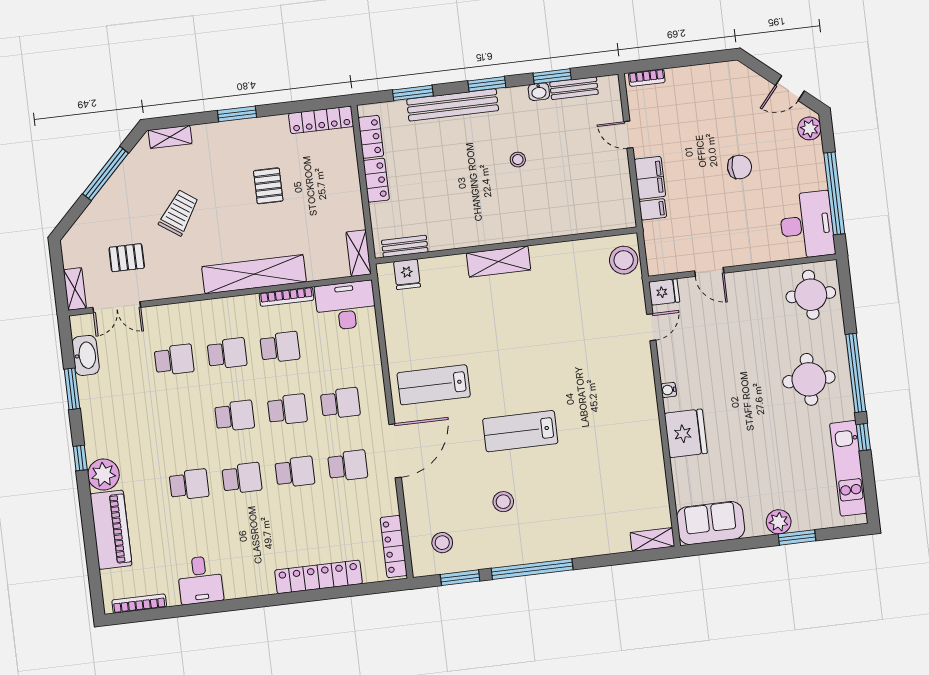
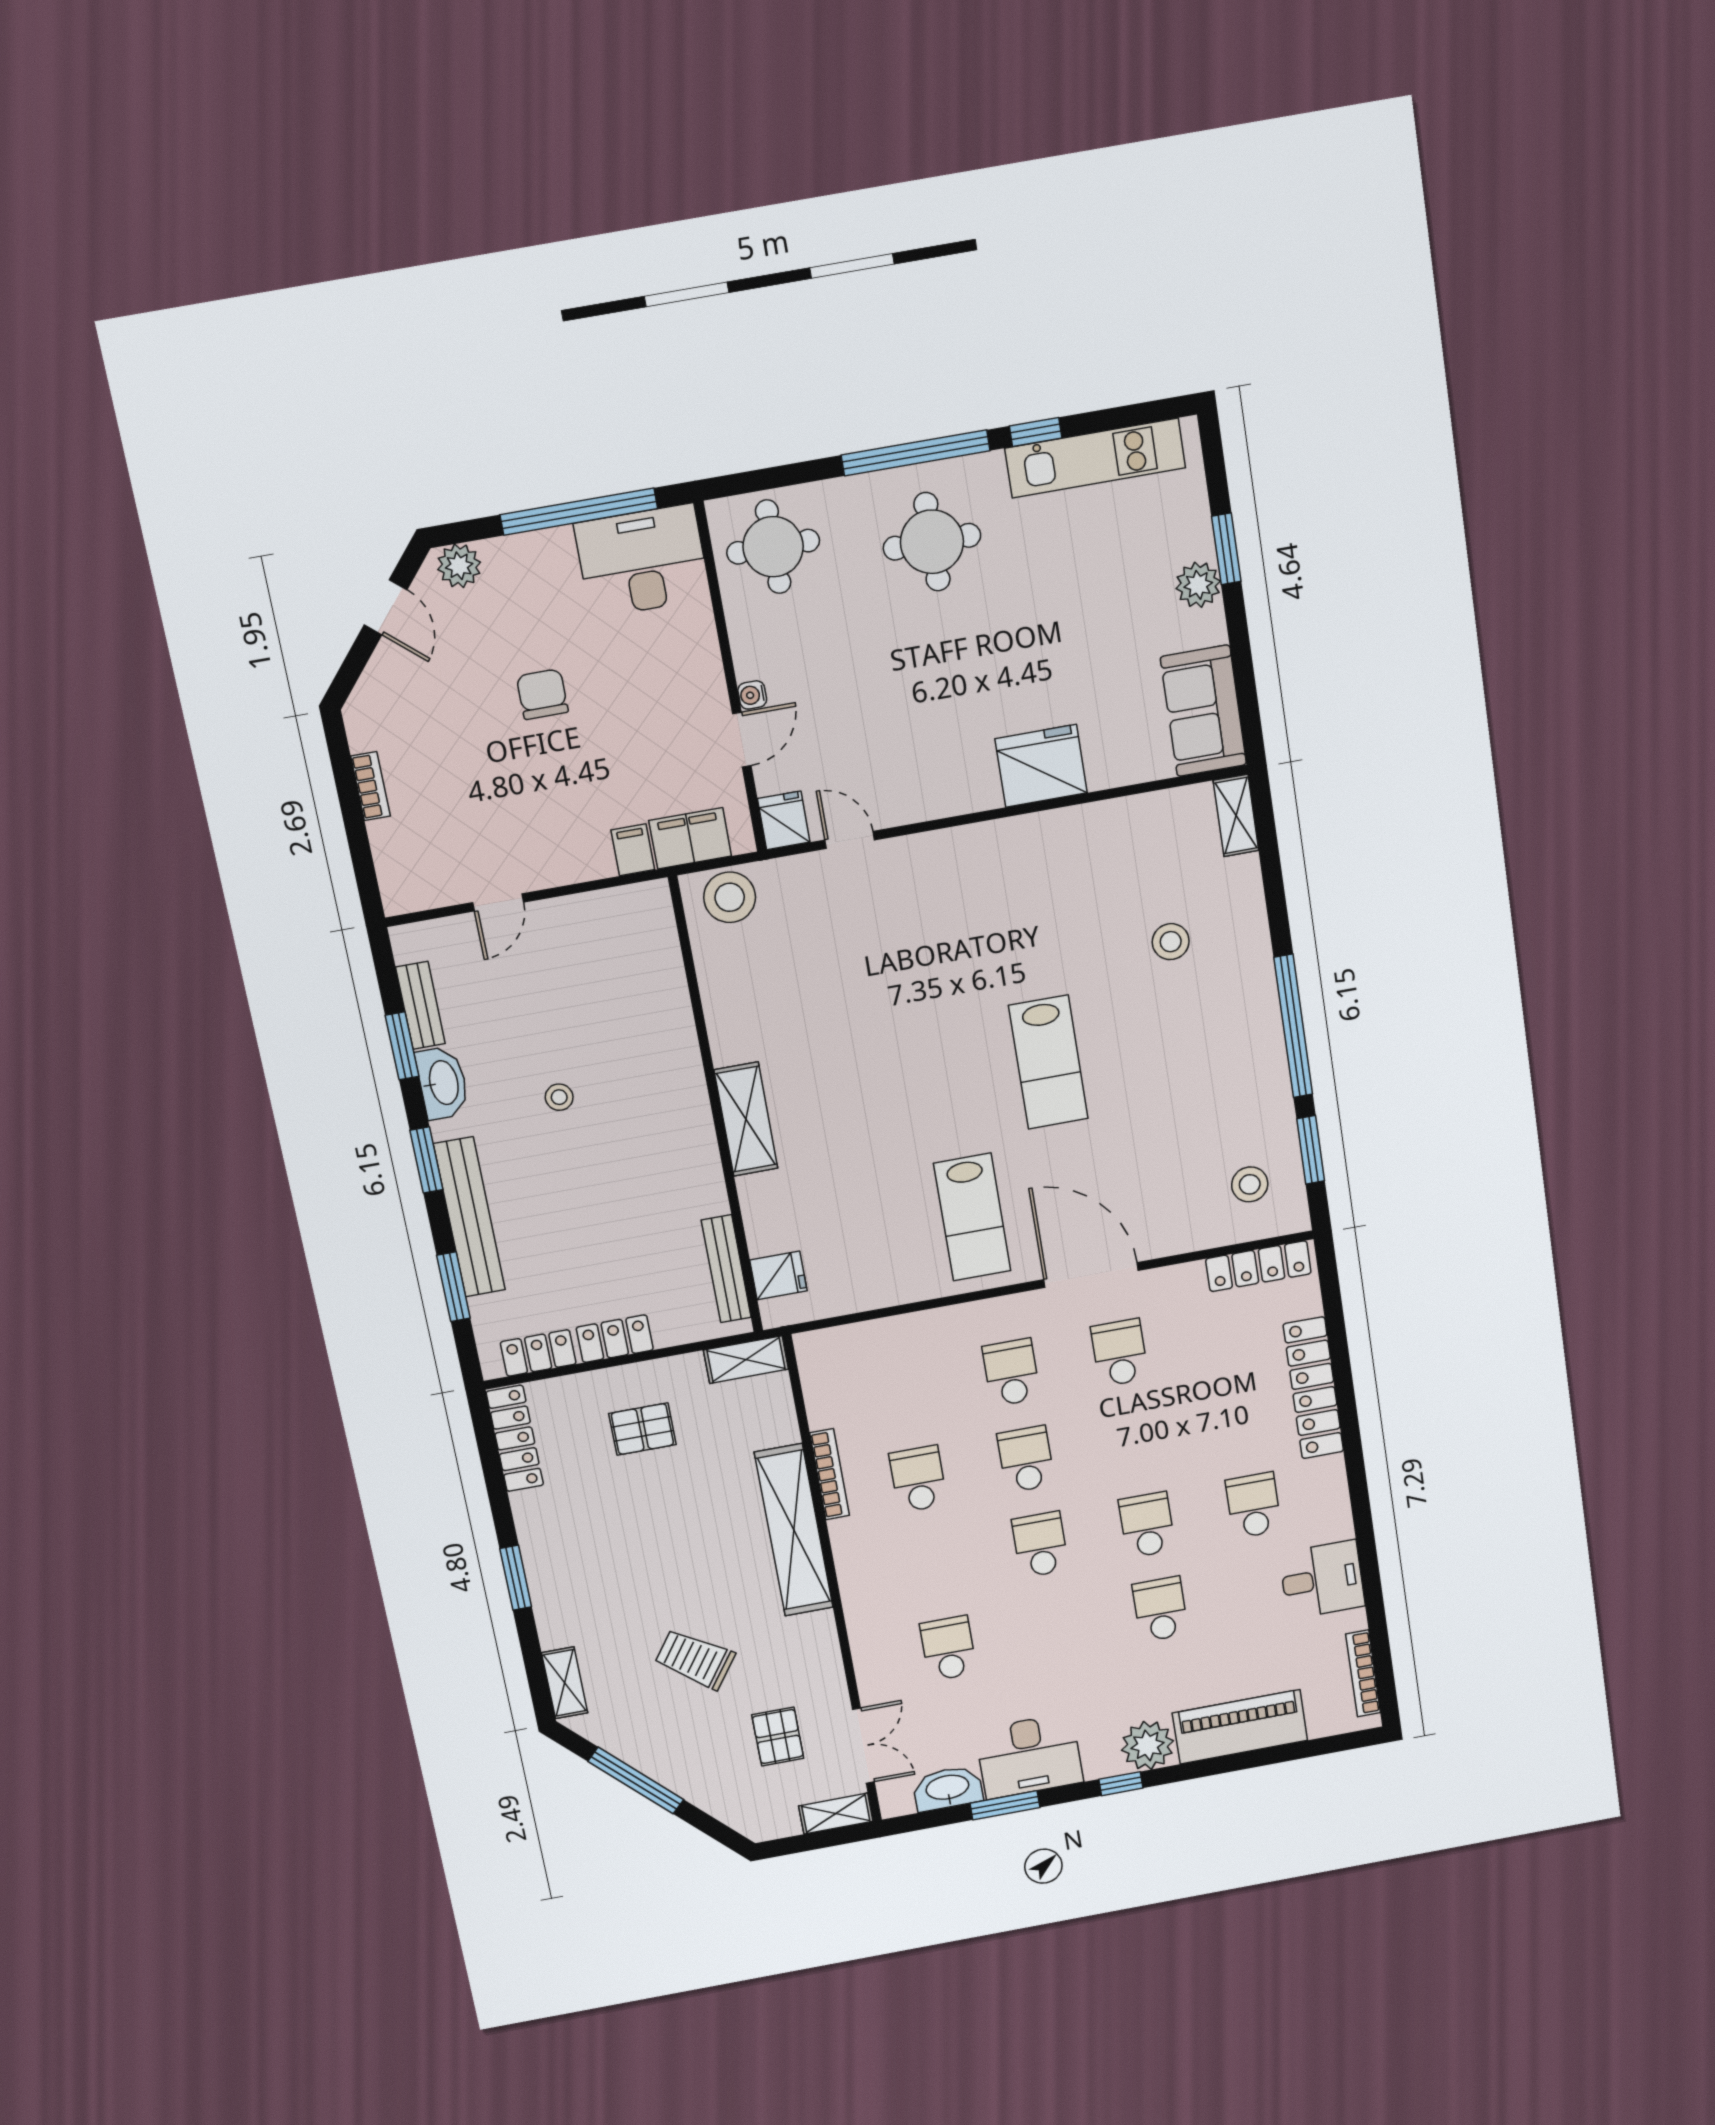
bookcase: (647, 78) -> (370, 786), moved
washbasin: (539, 92) -> (443, 1083), width x1.91, depth x1.45
filing cabinet: (650, 178) -> (690, 838), moved
pallet: (268, 186) -> (642, 1429), moved
bench: (405, 246) -> (726, 1269), width x1.36
desk: (346, 306) -> (1029, 1756), moved, turned -90
school desk: (227, 353) -> (933, 1564), removed
water cooler: (669, 390) -> (752, 695), moved, turned 90
school desk: (295, 472) -> (1253, 1505), moved
stool: (503, 502) -> (1171, 942), moved

